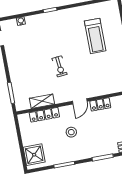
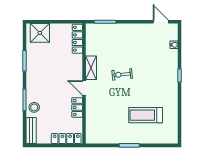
shelving: (42, 101) -> (91, 68), moved
locker: (44, 115) -> (77, 39), moved
stool: (71, 132) -> (34, 107), moved

